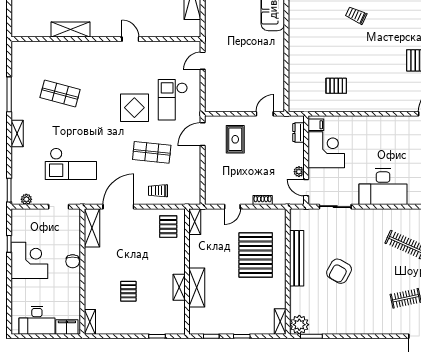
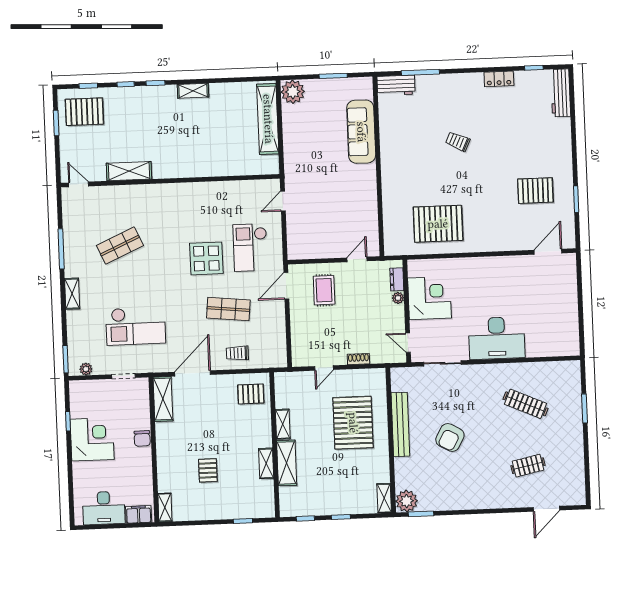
door: (130, 39) -> (79, 184), moved
pallet: (336, 86) -> (438, 224), width x2.05, depth x2.00
shop shelf: (60, 94) -> (120, 246), turned -39
filing cabinet: (316, 125) -> (416, 270), removed
plant: (299, 172) -> (398, 298), moved
shelving: (195, 222) -> (283, 424), moved
pallet: (168, 227) -> (251, 394), turned 90

